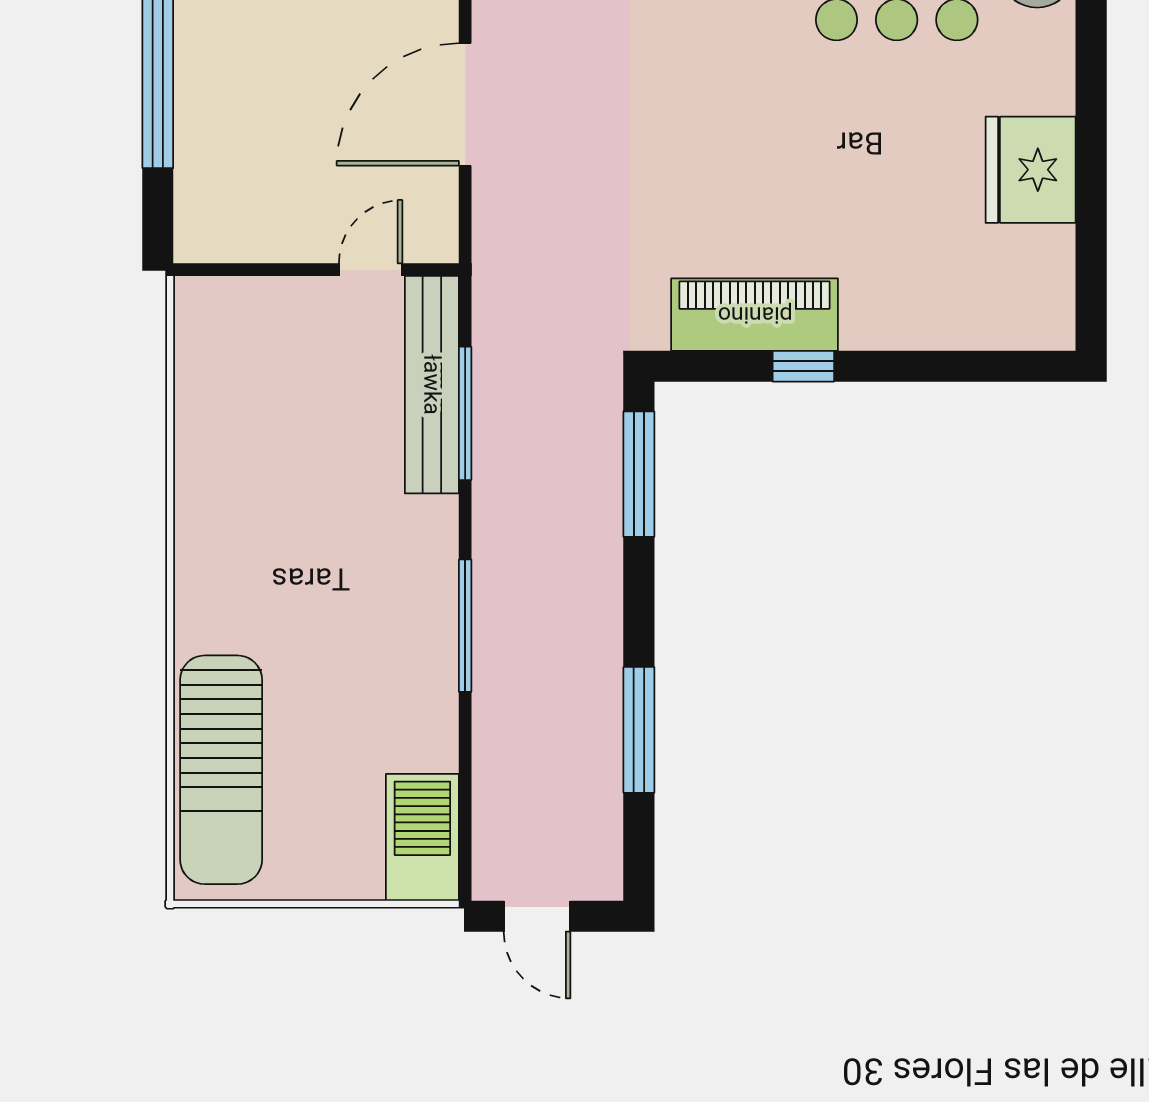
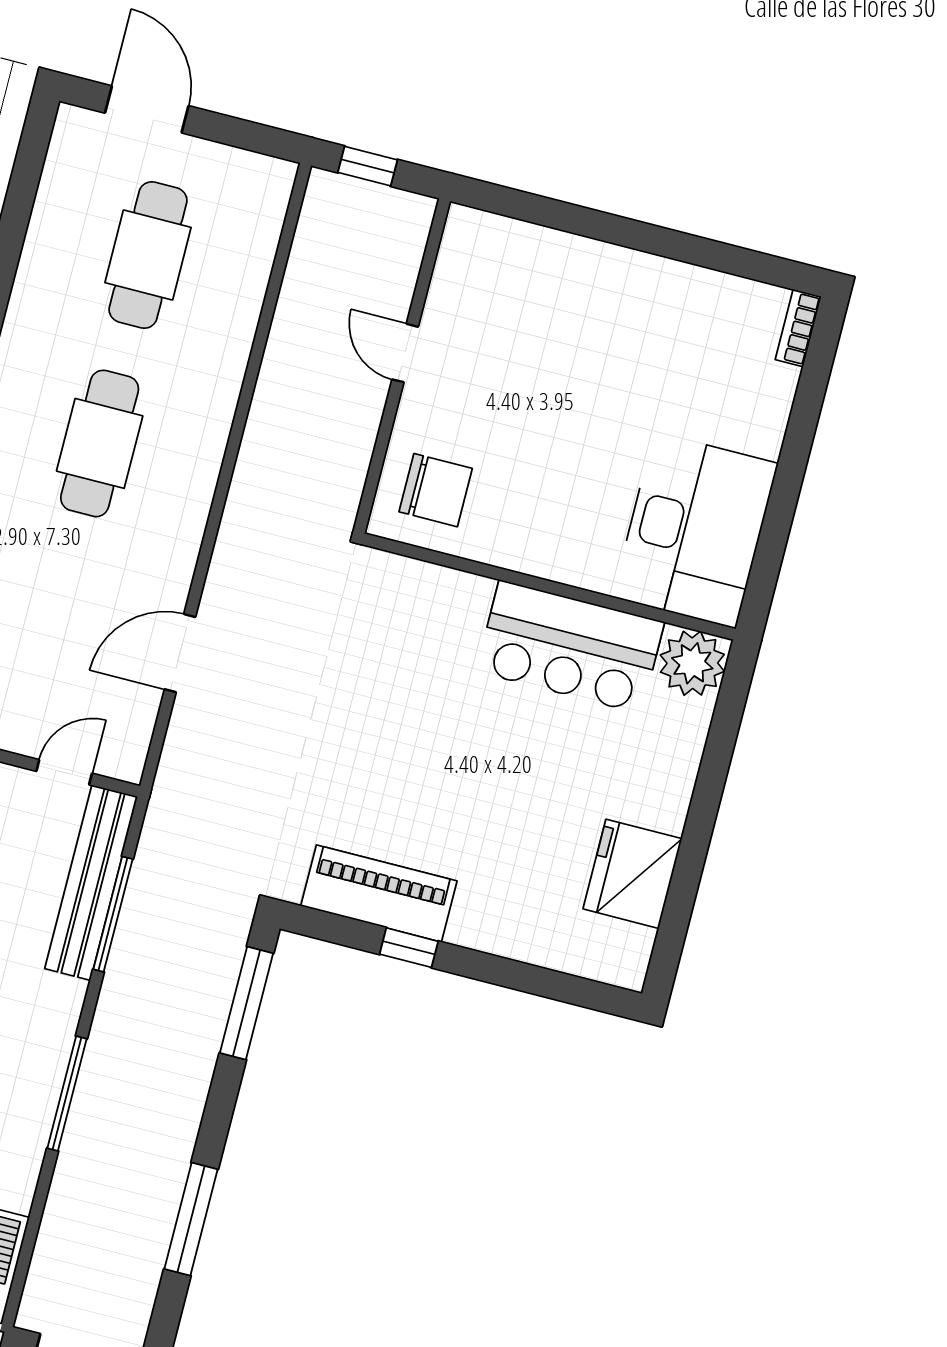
door: (465, 104) -> (180, 653), width x0.73
fridge: (1031, 170) -> (633, 874), moved

